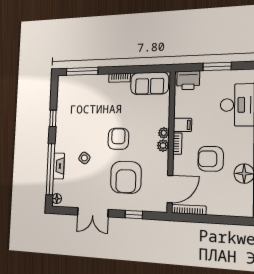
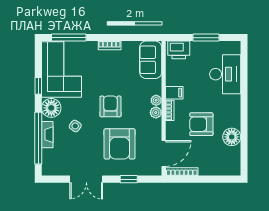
sofa: (150, 83) -> (151, 60), moved, turned 90
corner sofa: (74, 102) -> (62, 69), added
floor lamp: (57, 199) -> (51, 108), moved, width x1.89, depth x1.89

